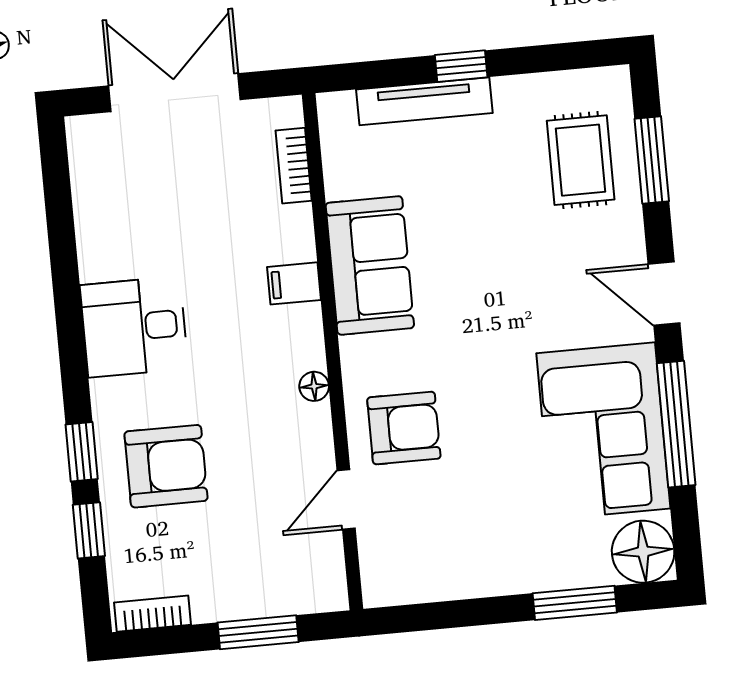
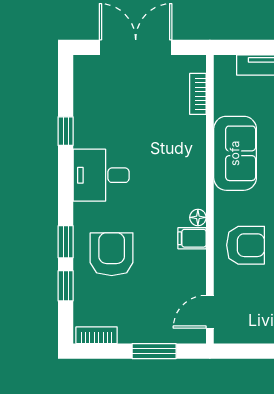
window: (63, 254) -> (66, 131), added
filing cabinet: (294, 283) -> (192, 238), moved
armchair: (166, 466) -> (112, 254), turned -90
door: (346, 500) -> (210, 312), moved

